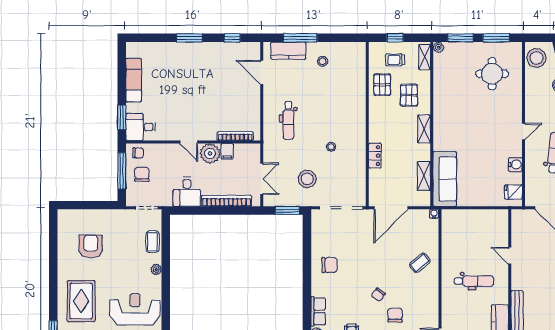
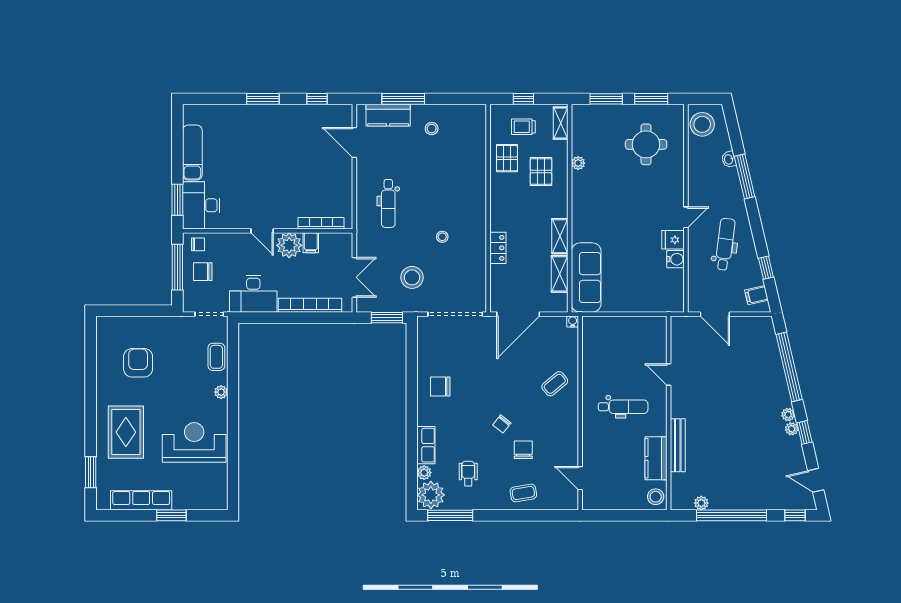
plant: (438, 47) -> (578, 163), moved
desk: (141, 127) -> (201, 205), width x1.37
shelving: (424, 129) -> (560, 236), moved
chair: (142, 174) -> (203, 272), turned -90
desk: (187, 192) -> (253, 294), width x1.37
fridge: (513, 192) -> (673, 240), moved
chair: (329, 265) -> (440, 386), turned 180

